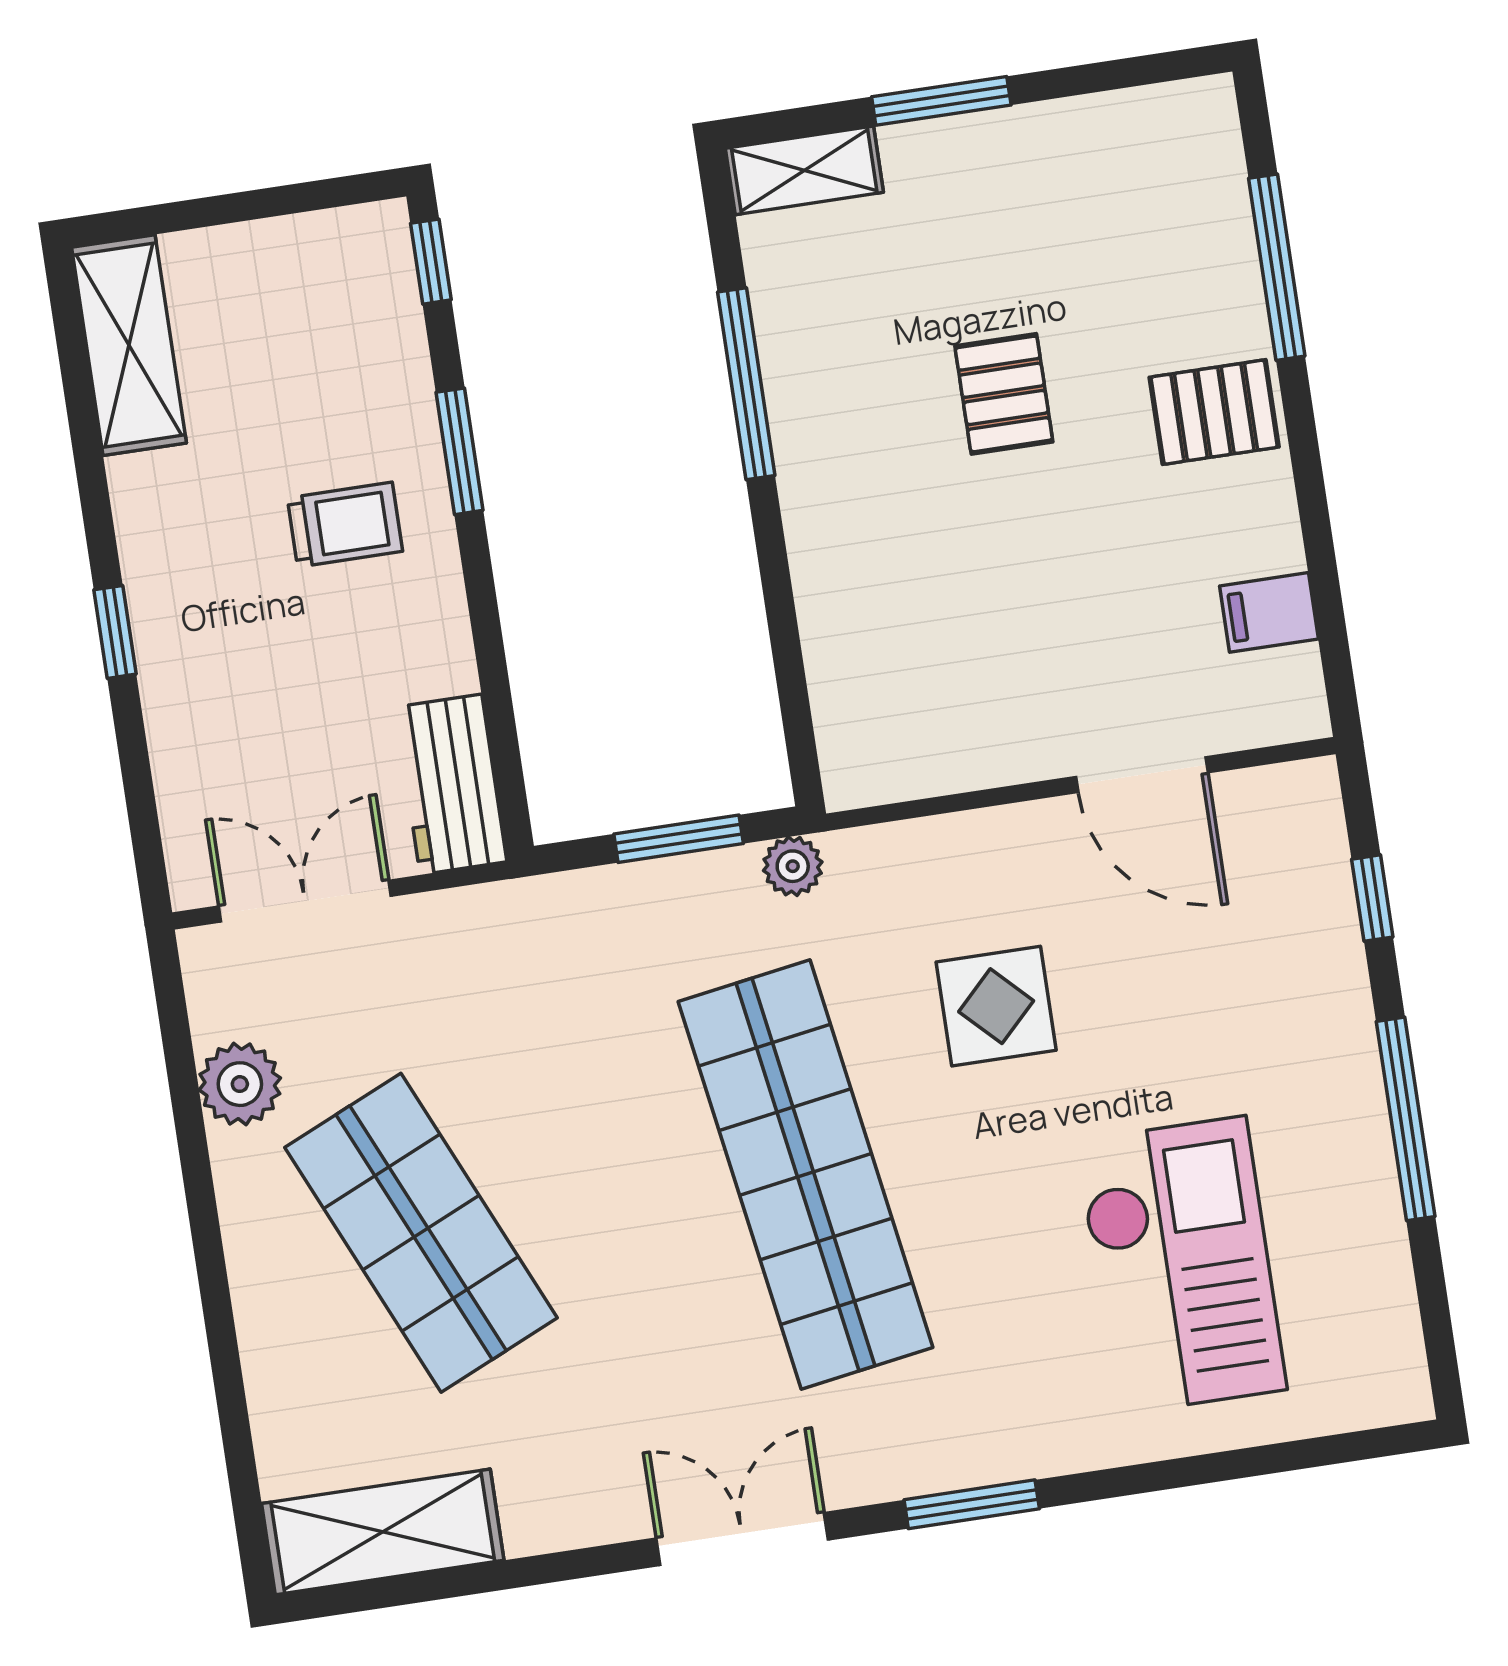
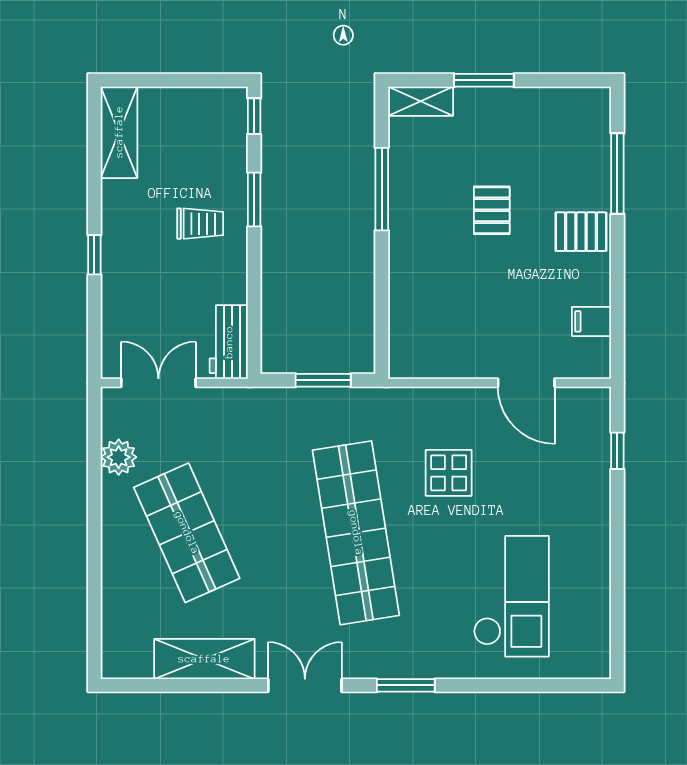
plant: (793, 866) -> (370, 399), removed
window: (1406, 1119) -> (617, 548), removed
shelving: (383, 1532) -> (204, 659), moved

